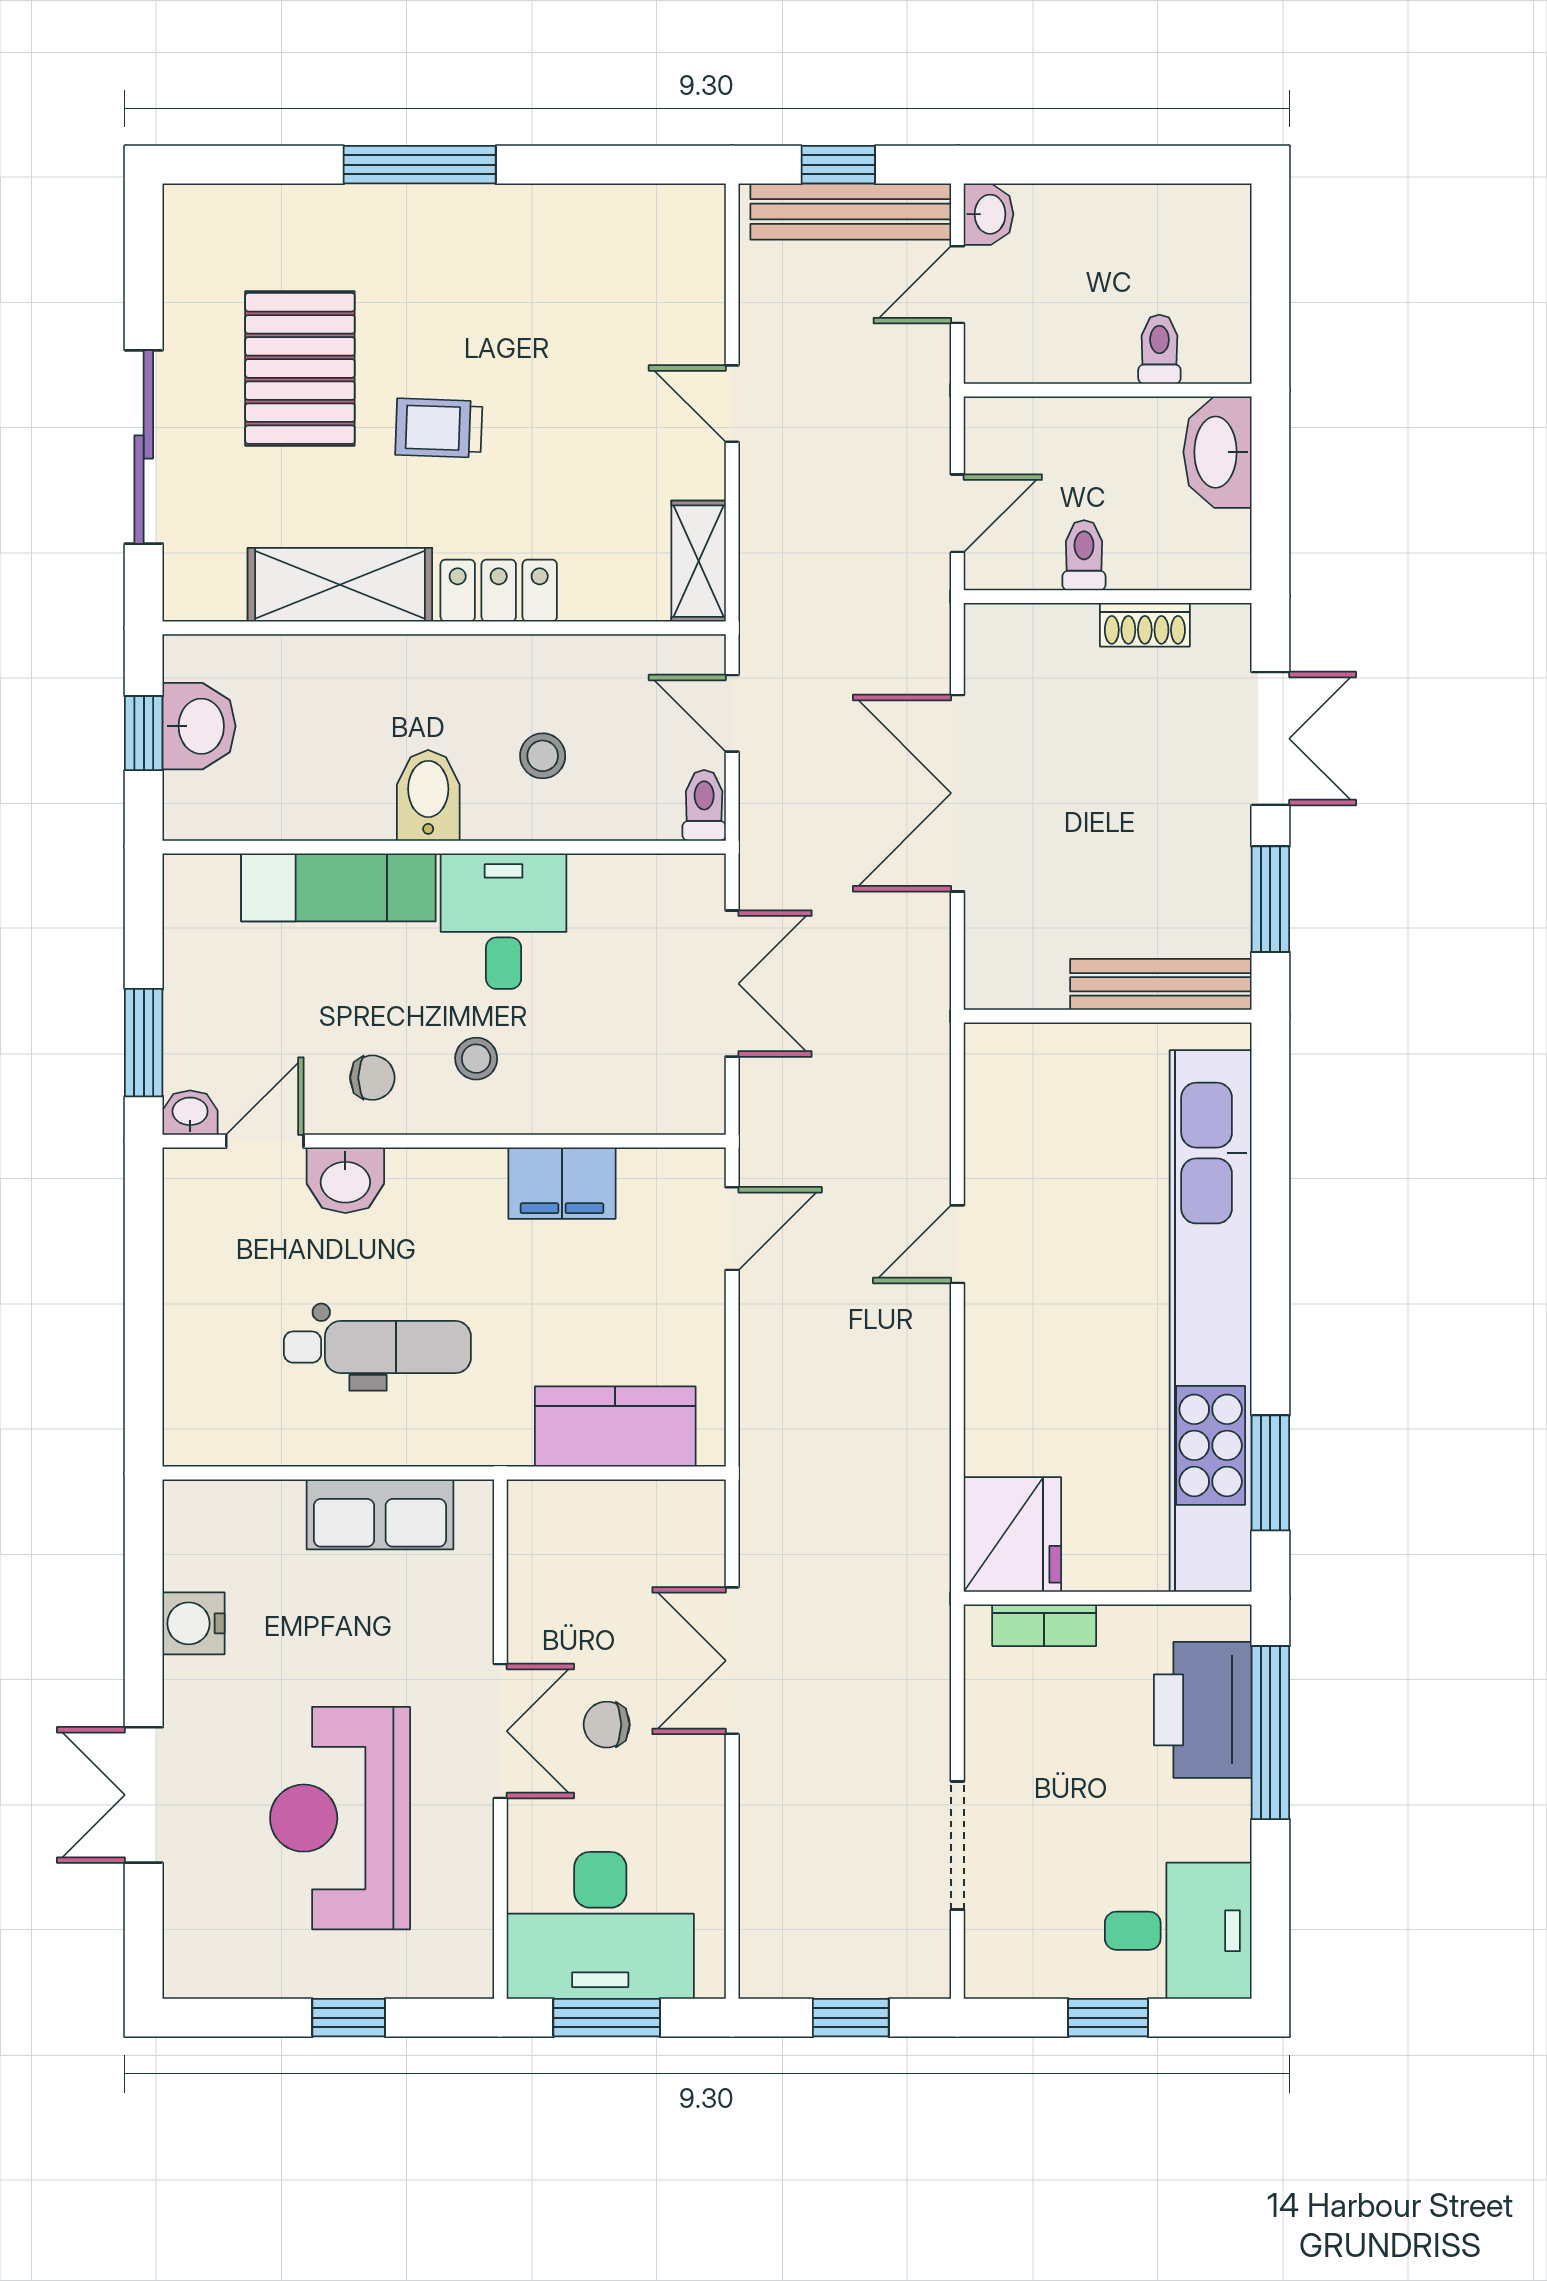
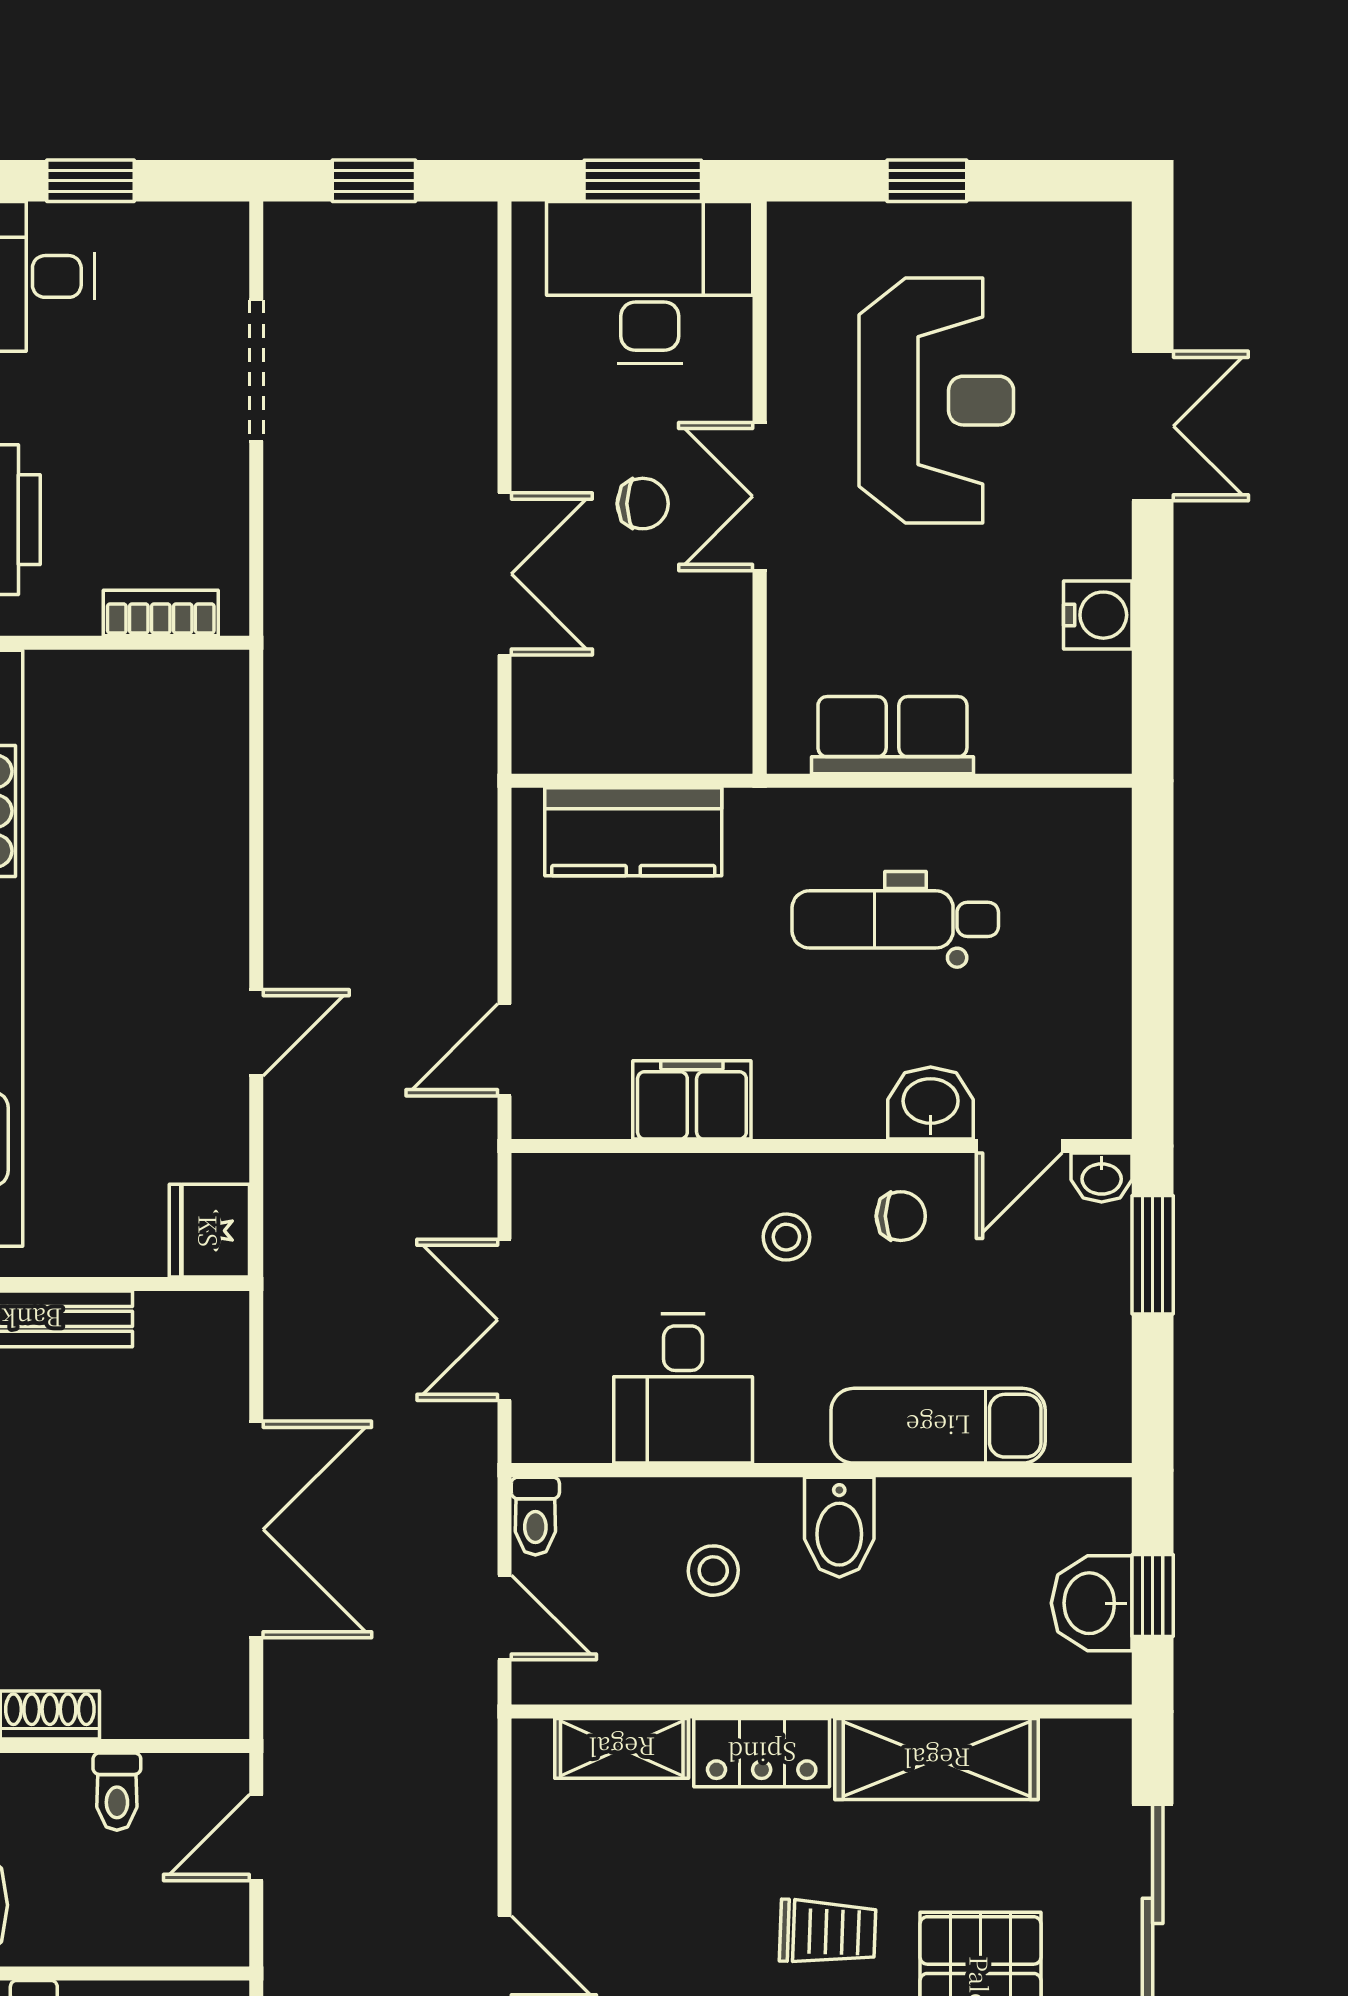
shelving: (699, 561) -> (622, 1748), moved, turned 90
desk: (504, 921) -> (683, 1389), moved
chair: (372, 1078) -> (901, 1216), turned 180
fridge: (1012, 1534) -> (209, 1231), moved, width x0.73, depth x0.75

